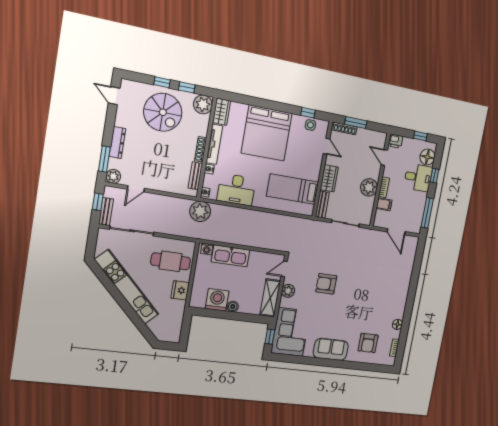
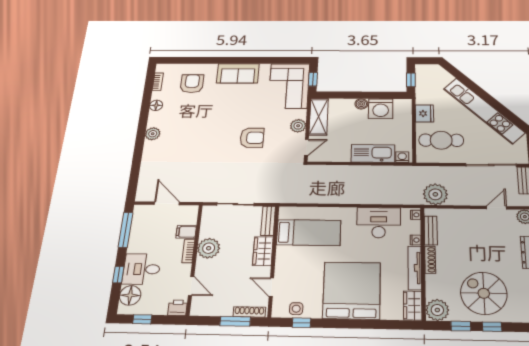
plant: (200, 211) -> (435, 194), moved
plant: (402, 297) -> (153, 134), added
window: (186, 327) -> (411, 80), added

